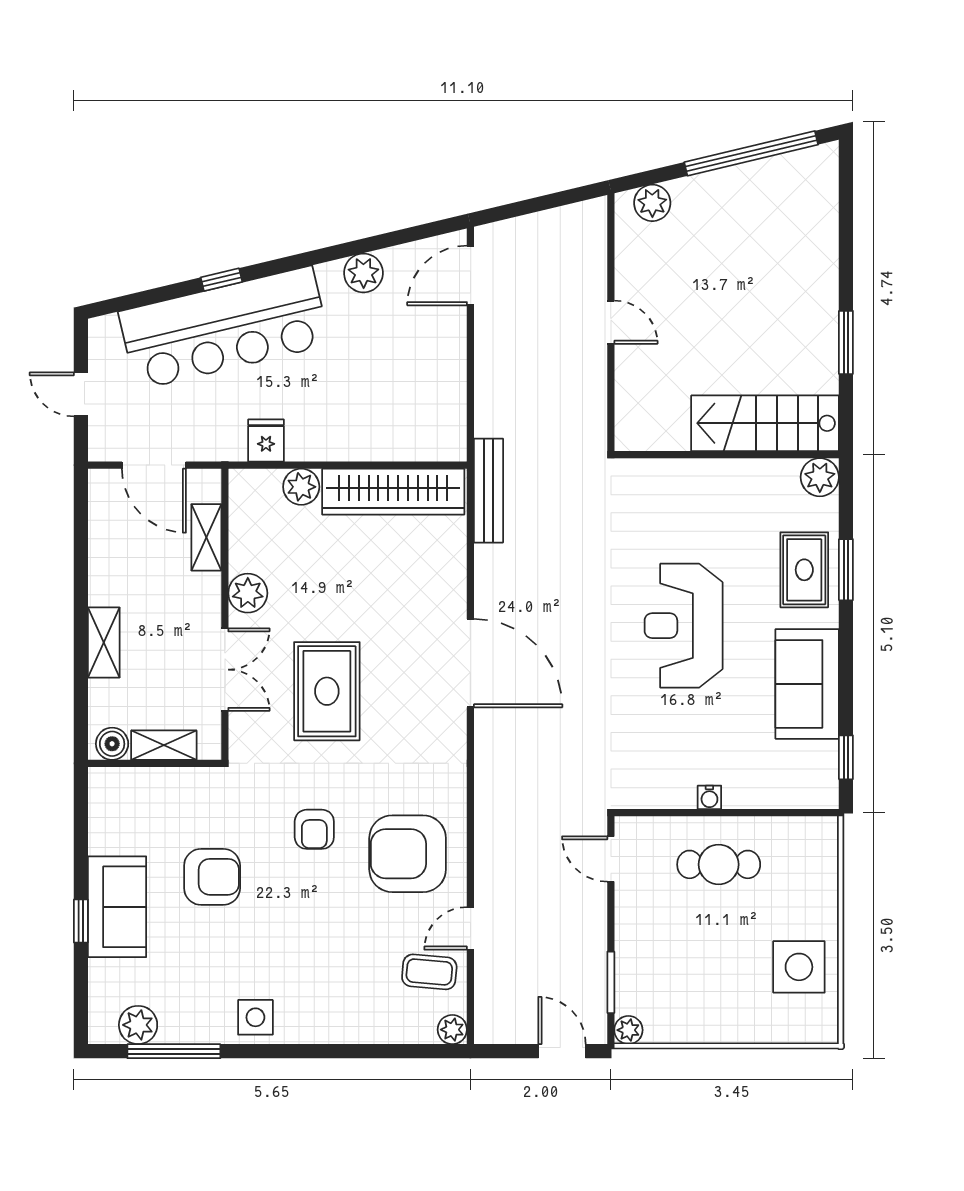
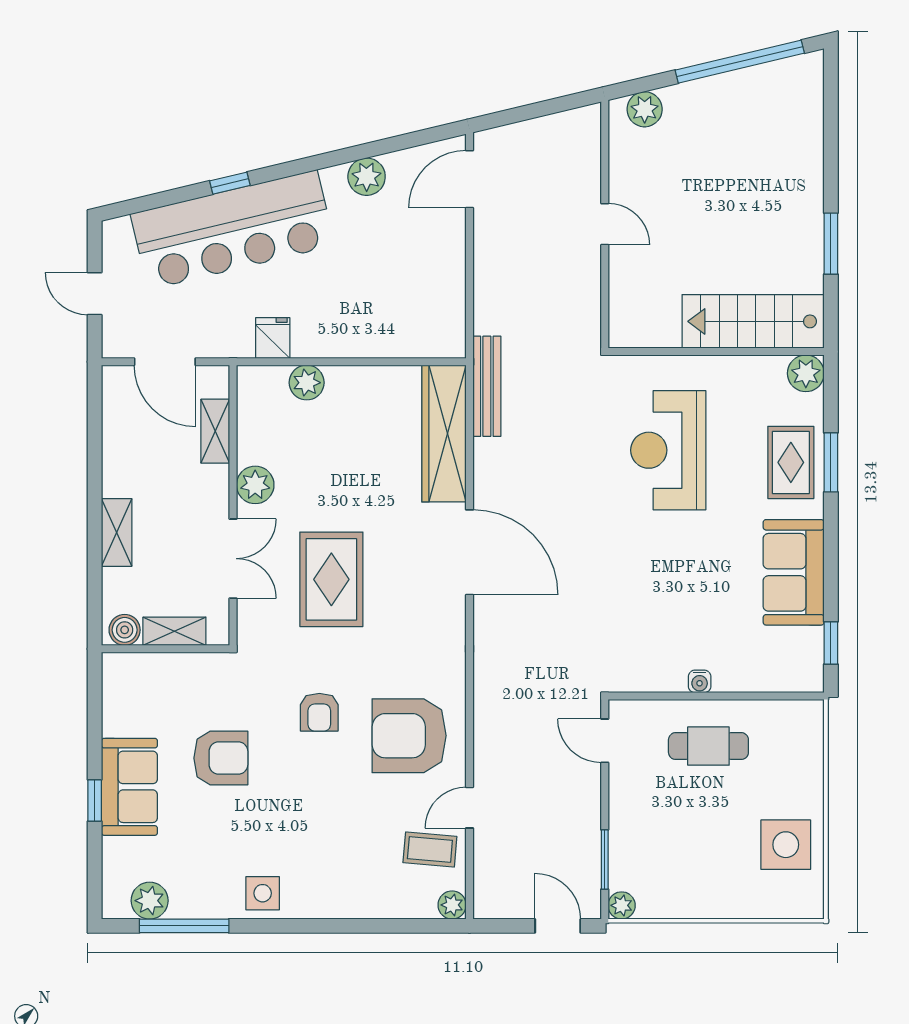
wardrobe: (393, 492) -> (444, 433), moved, turned 90
reception desk: (684, 626) -> (668, 450), moved

